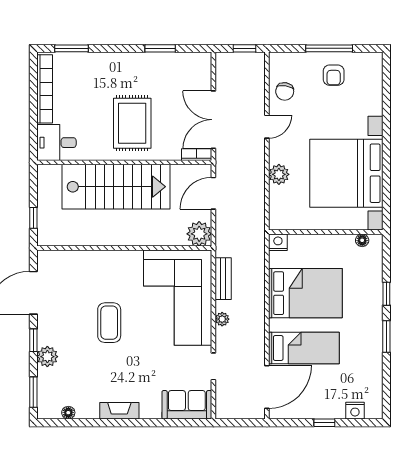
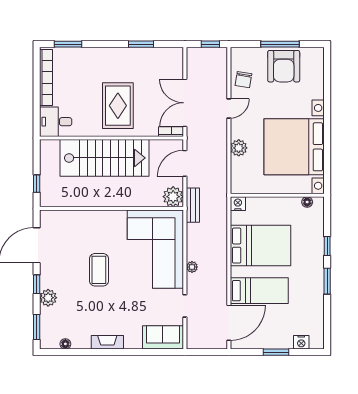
armchair: (334, 75) -> (284, 66), width x1.88, depth x1.88
bench: (223, 279) -> (193, 205), moved
window: (324, 423) -> (276, 352), width x1.50

